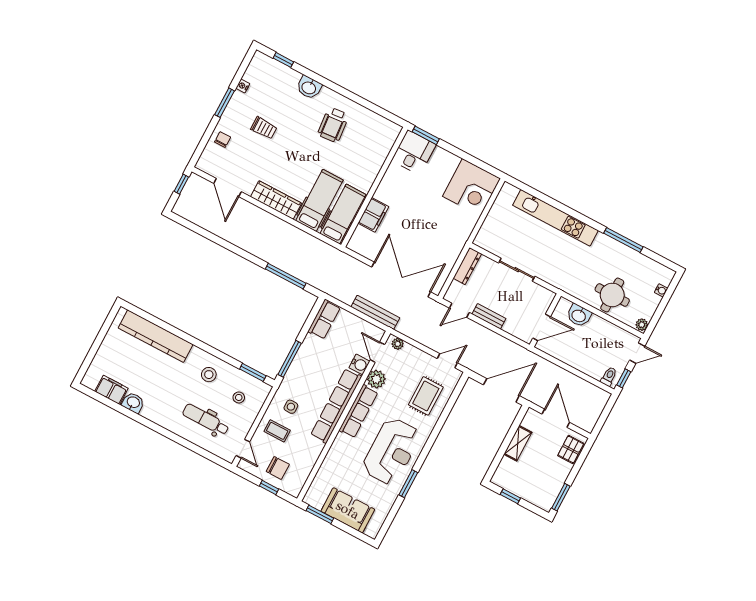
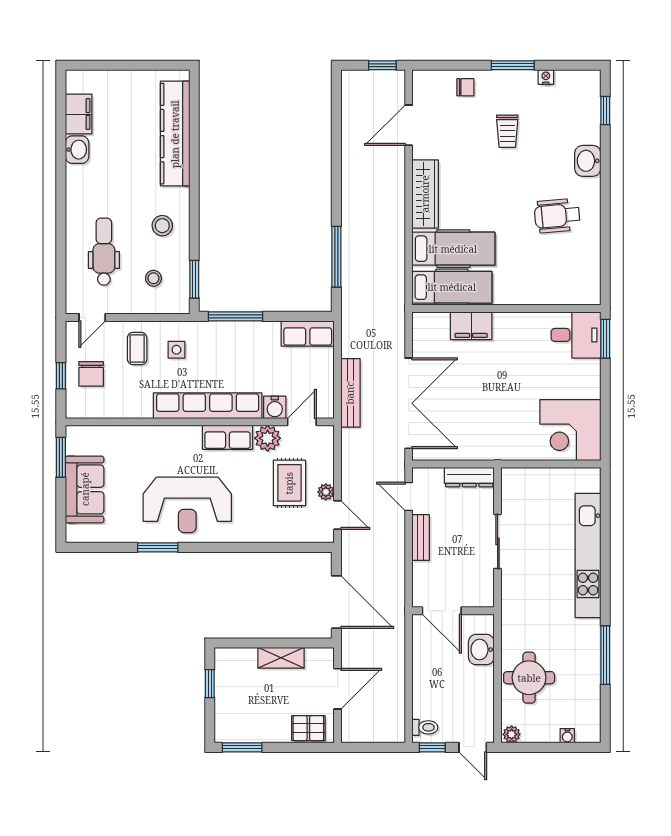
plant: (398, 344) -> (326, 492), moved
rug: (426, 396) -> (289, 483), moved, turned 90
row of seats: (358, 411) -> (227, 437), width x0.68

